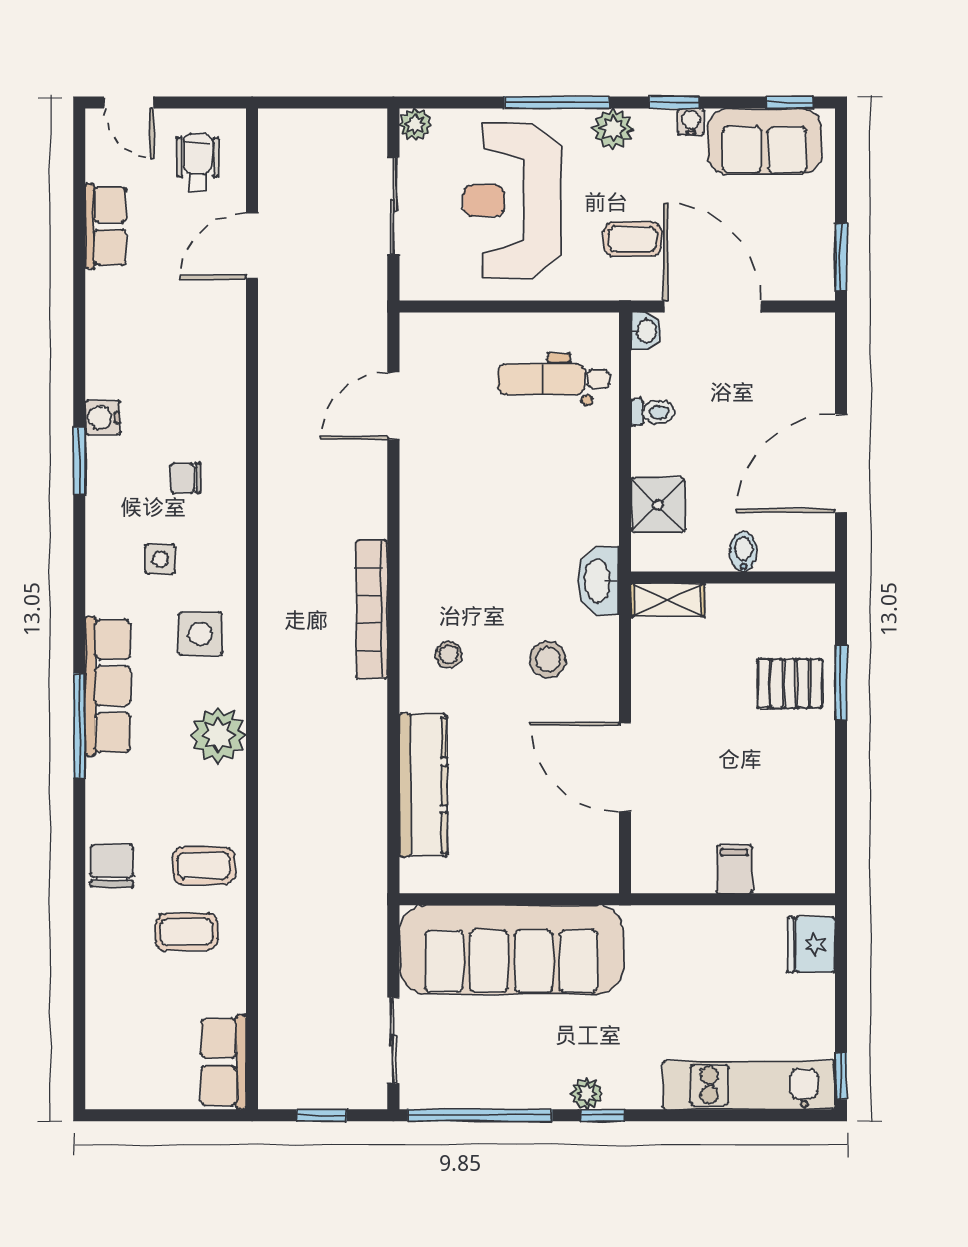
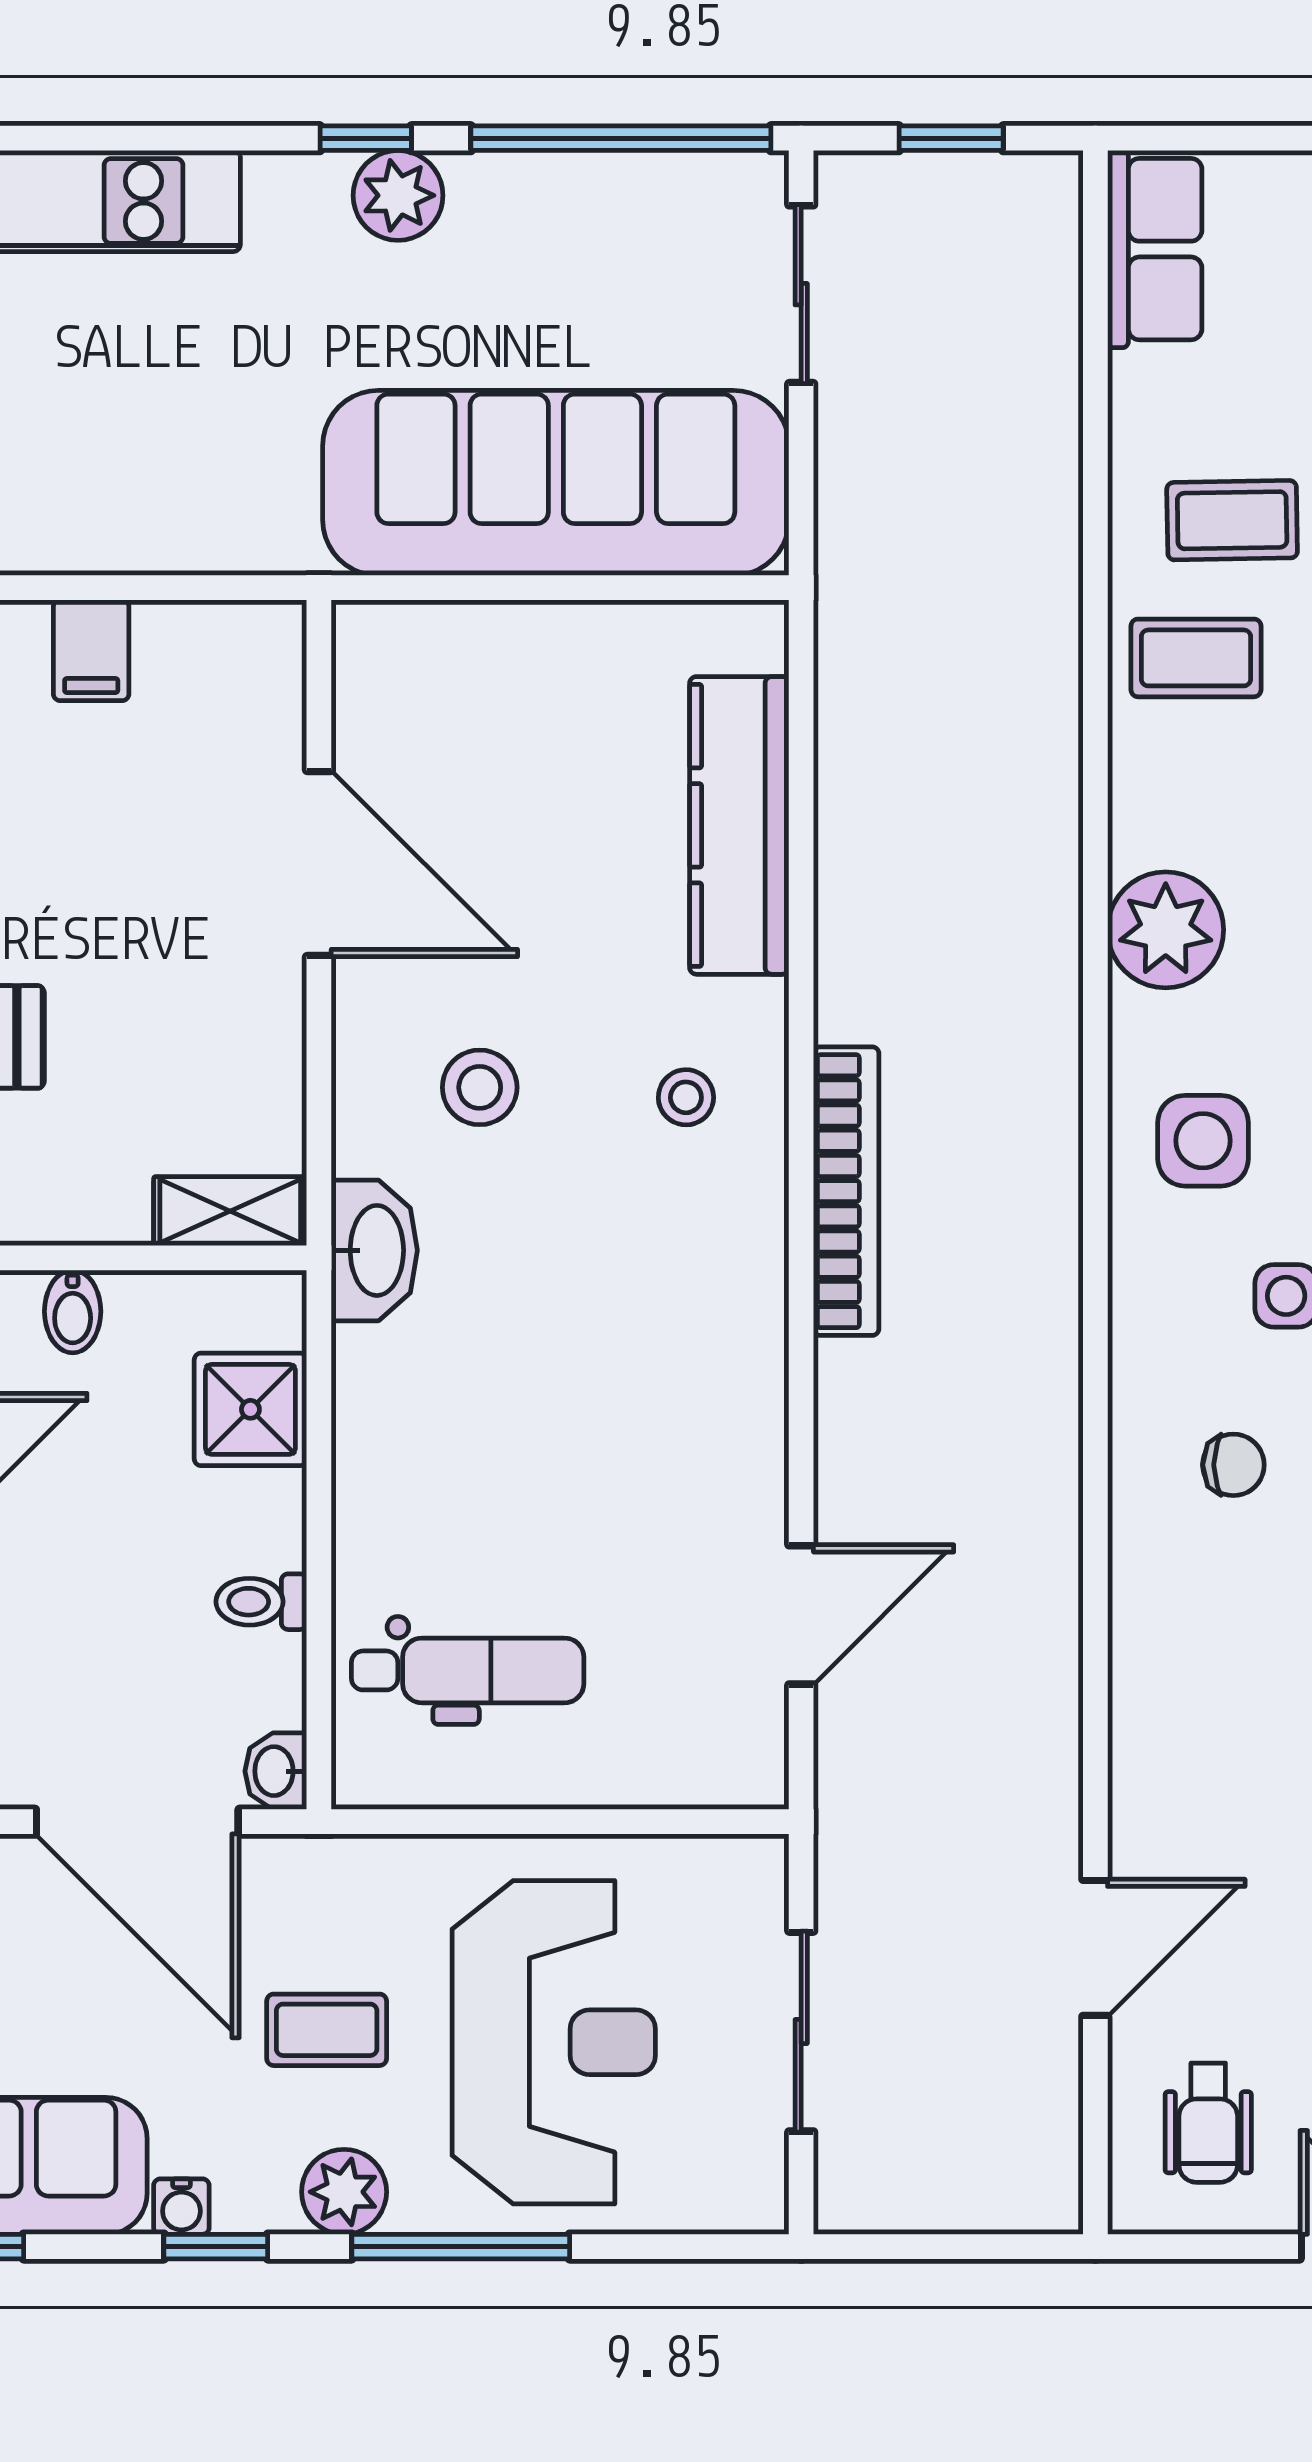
plant: (415, 124) -> (755, 2201), removed
coffee table: (633, 239) -> (327, 2030), moved
plant: (587, 1094) -> (398, 195), width x1.38, depth x1.38

